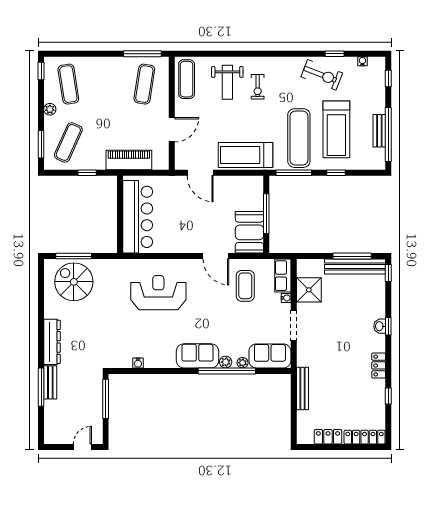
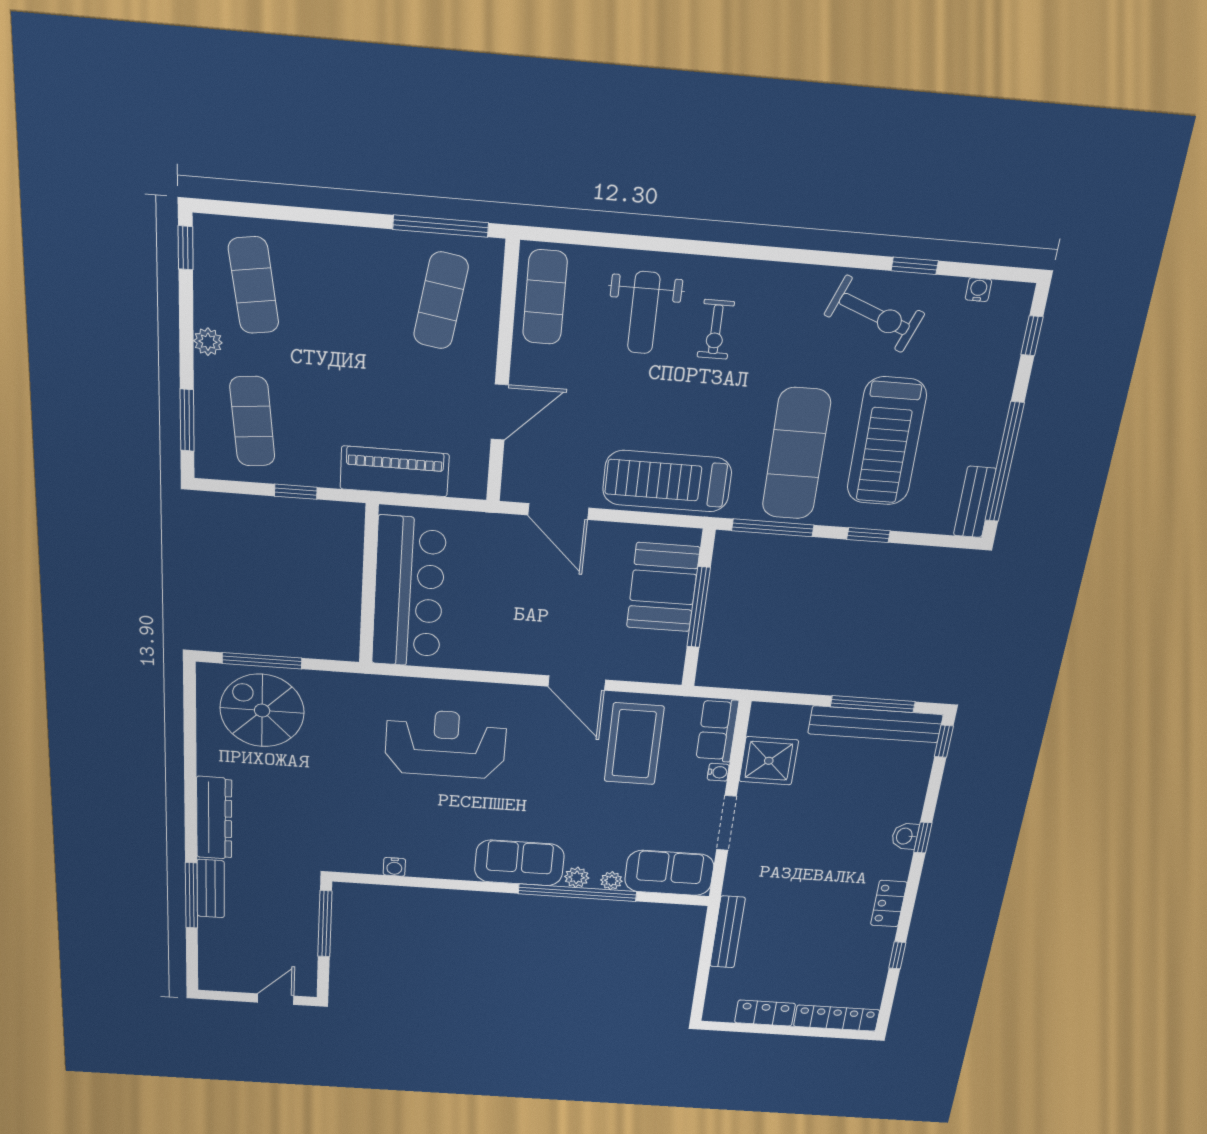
bench: (379, 131) -> (975, 502), moved
exercise mat: (68, 142) -> (252, 421), turned -30
booth: (249, 232) -> (663, 587), moved
coffee table: (245, 286) -> (634, 744), width x1.36, depth x1.32

